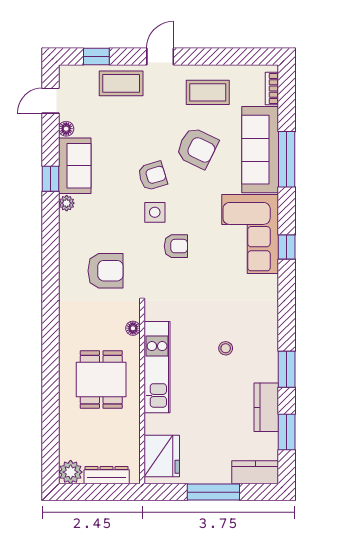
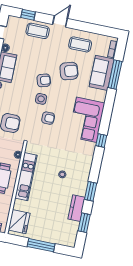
armchair: (197, 148) -> (69, 71), turned -43
sofa: (260, 150) -> (102, 73), width x0.73
window: (287, 159) -> (115, 74), moved
window: (287, 247) -> (101, 141), moved
kitchen counter: (255, 472) -> (64, 240), removed

